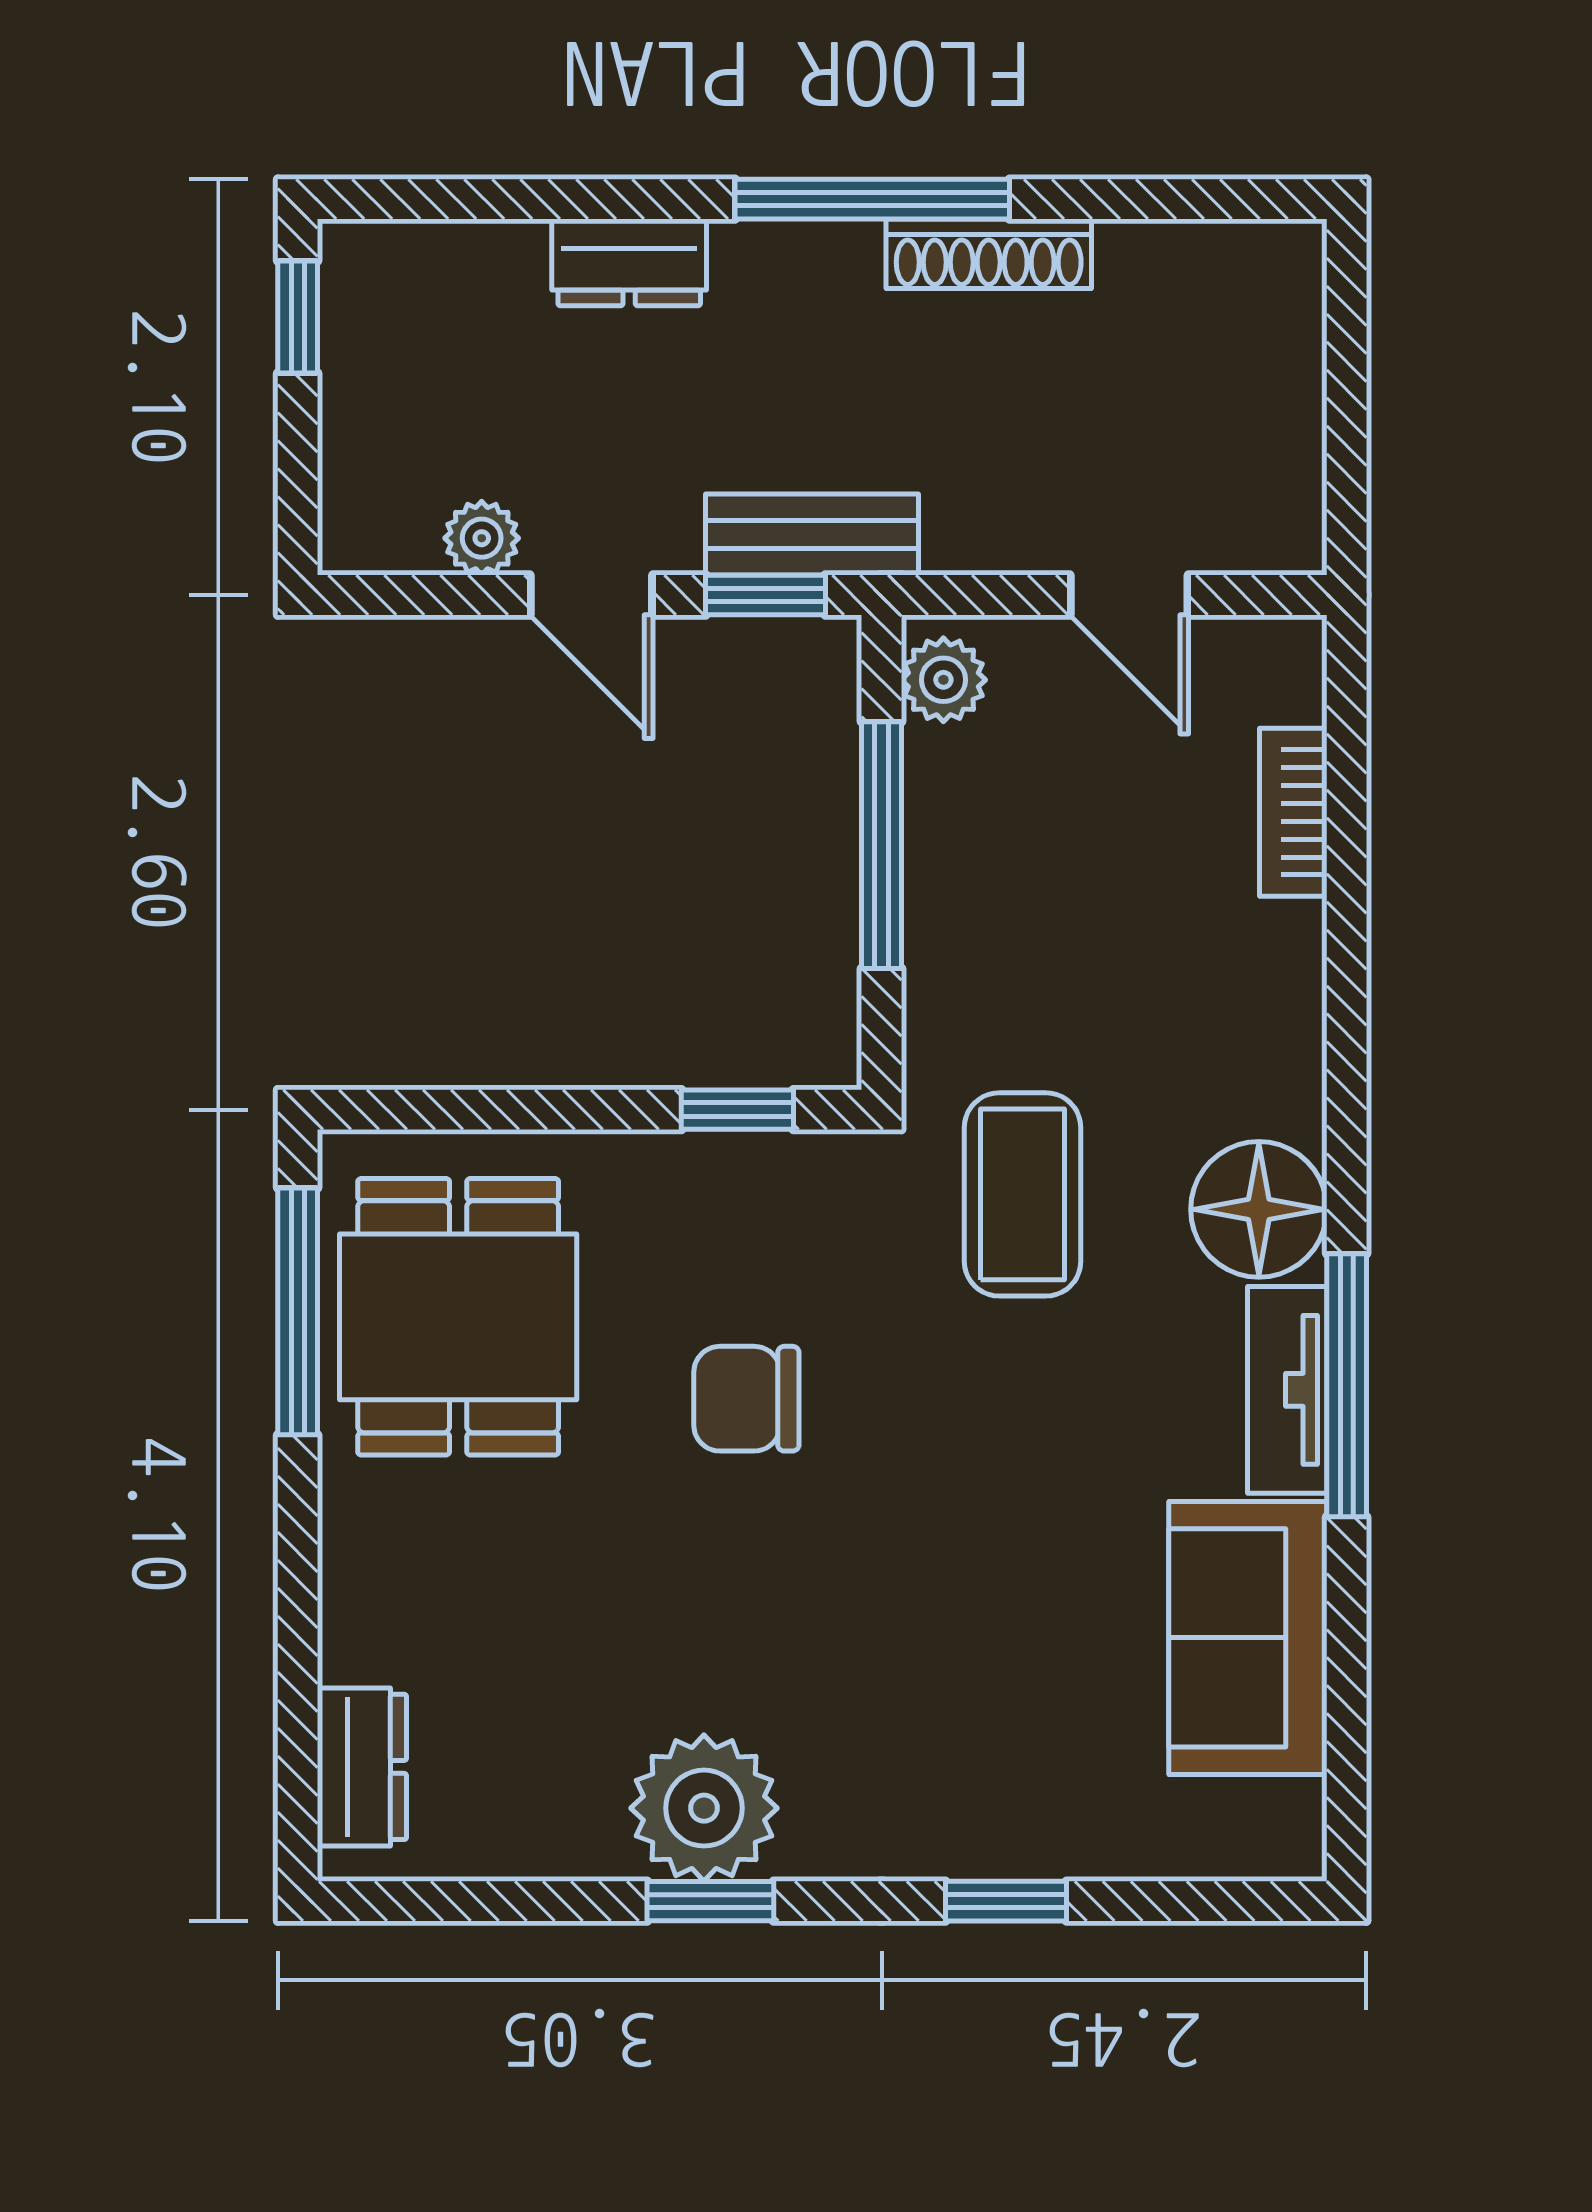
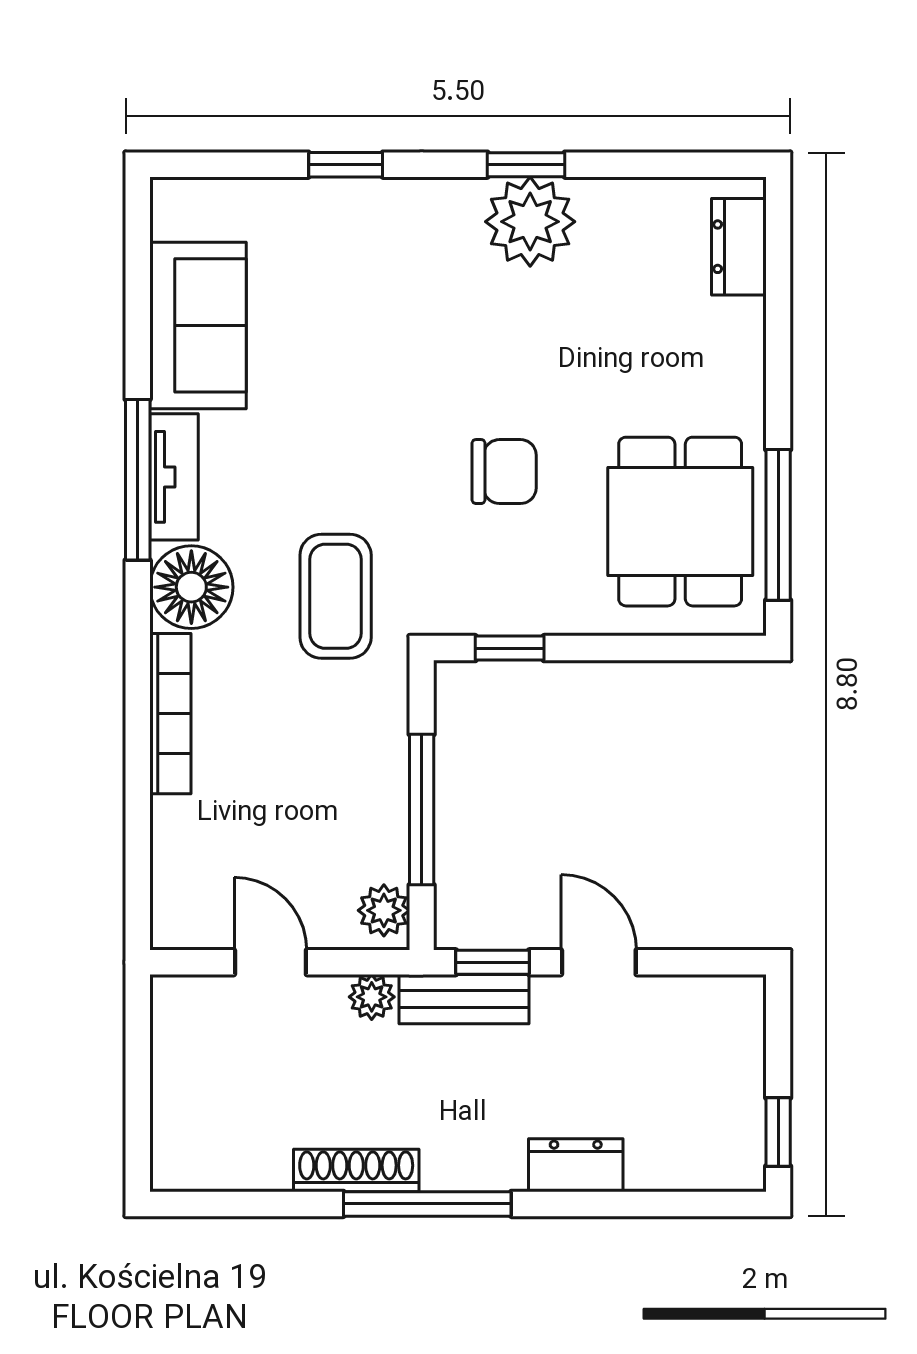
plant: (482, 538) -> (372, 997), moved
bookcase: (1293, 812) -> (170, 714), moved, width x1.56

